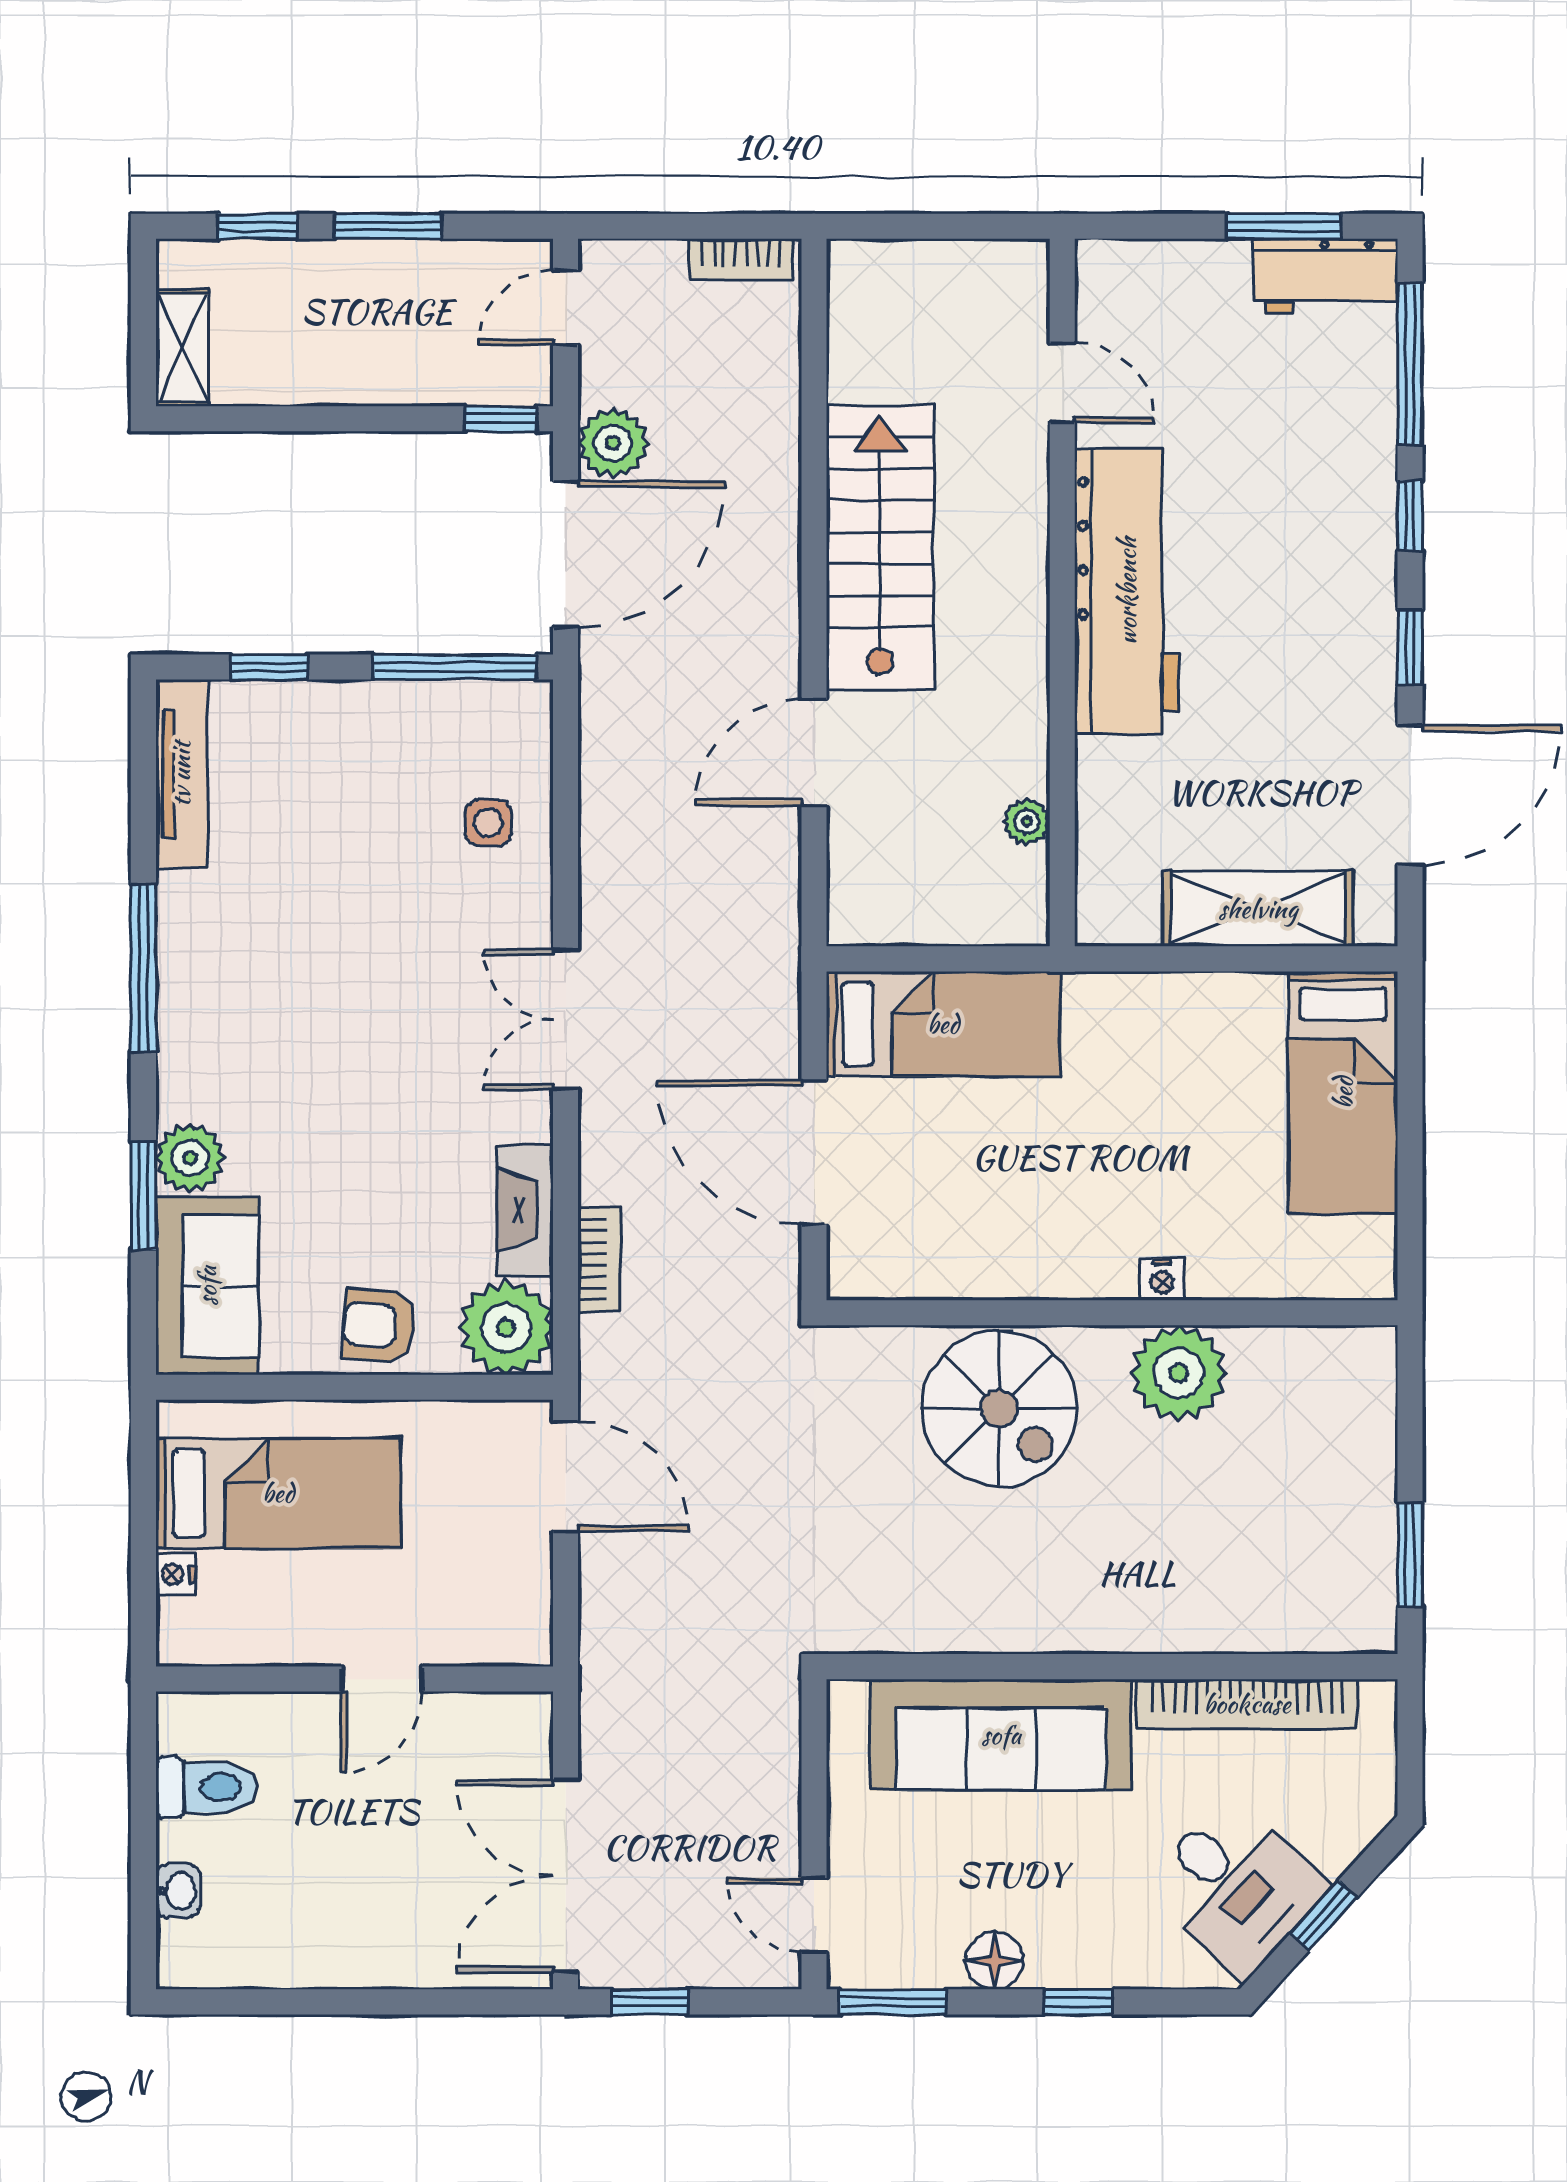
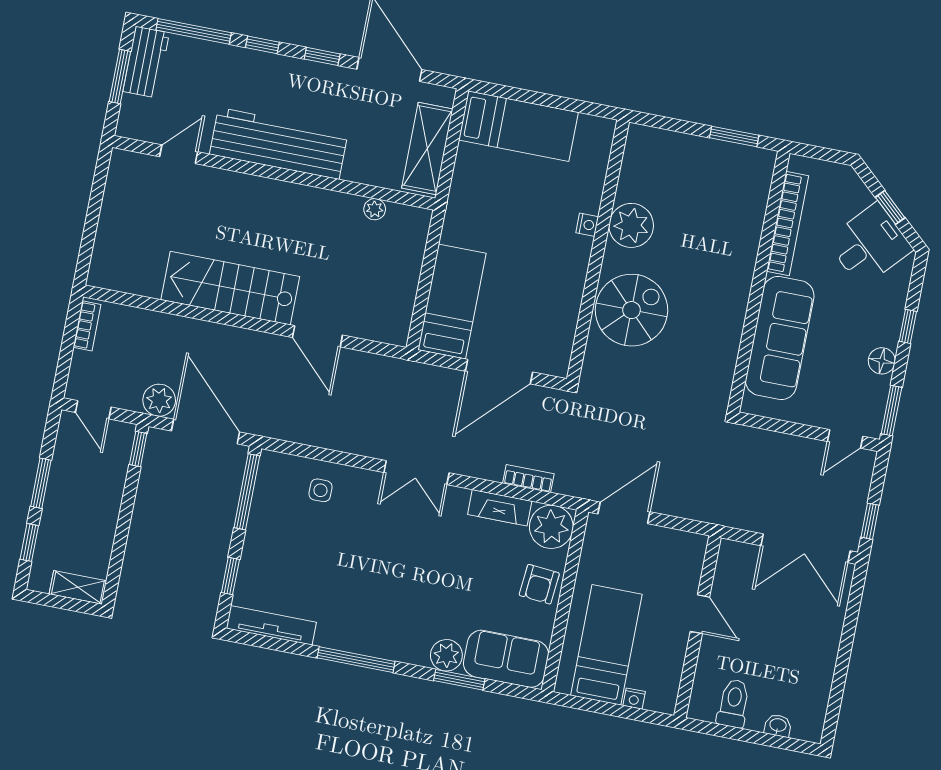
door: (1062, 383) -> (179, 154), moved
workbench: (1127, 591) -> (279, 143), moved
wall: (1062, 593) -> (274, 173), moved
plant: (1027, 822) -> (375, 209), moved

